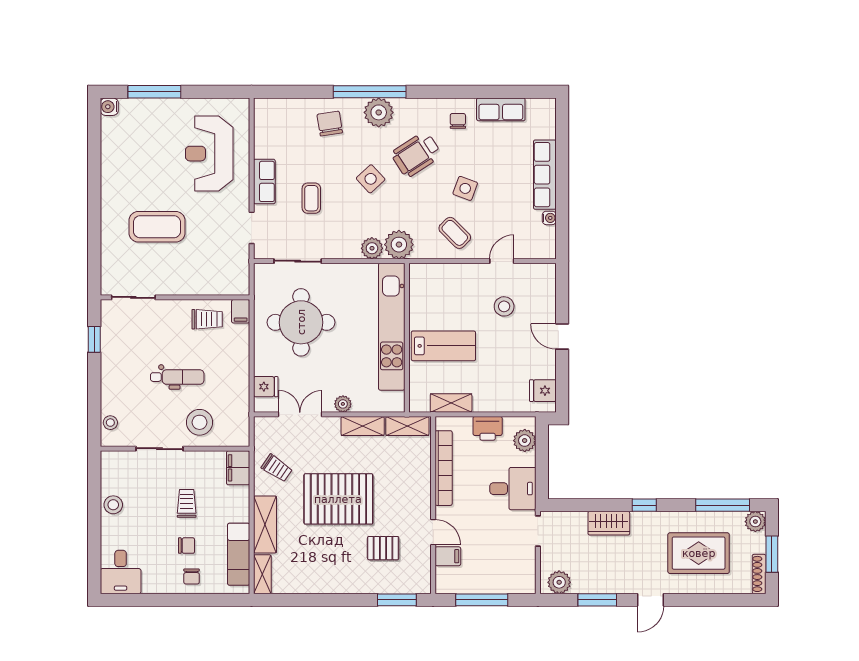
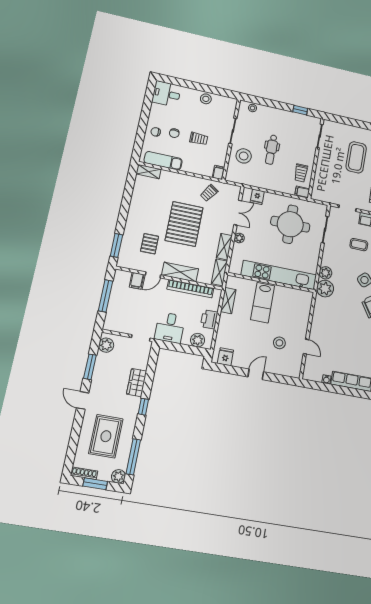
side table: (465, 188) -> (351, 333), removed
coffee table: (455, 233) -> (327, 322), removed
filing cabinet: (238, 468) -> (218, 173), width x0.50
shelving: (265, 524) -> (180, 272), moved

